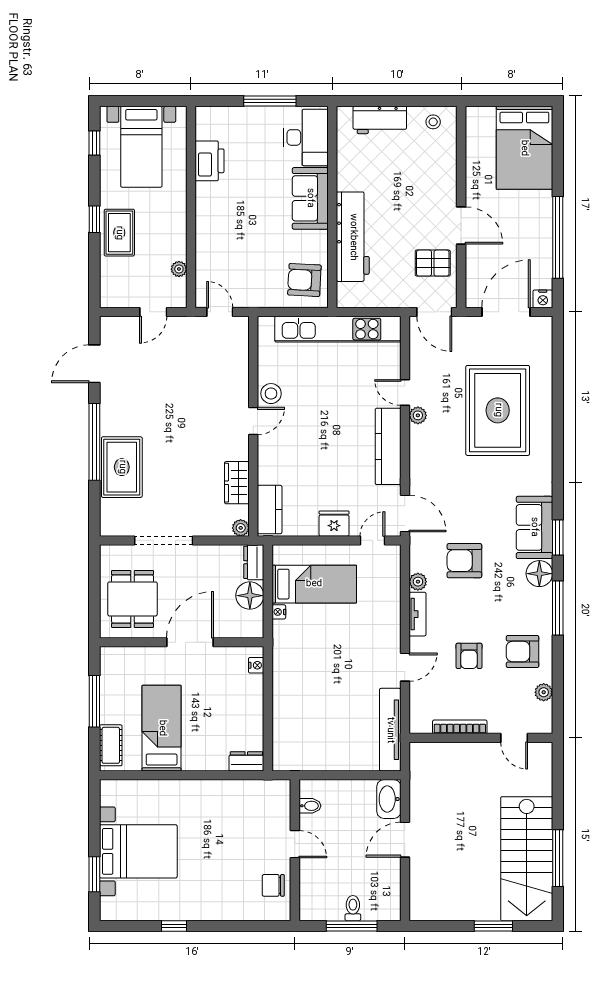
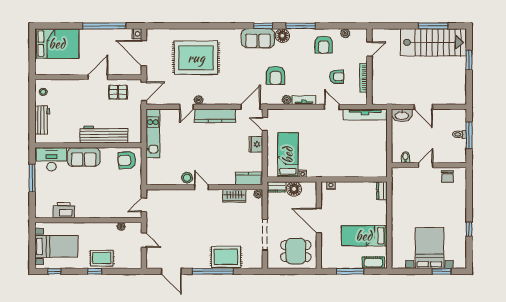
pallet: (433, 263) -> (118, 92), turned 90
armchair: (304, 280) -> (127, 160), turned 82
kitchen unit: (338, 329) -> (153, 133), width x0.73
armchair: (469, 656) -> (337, 77), moved

